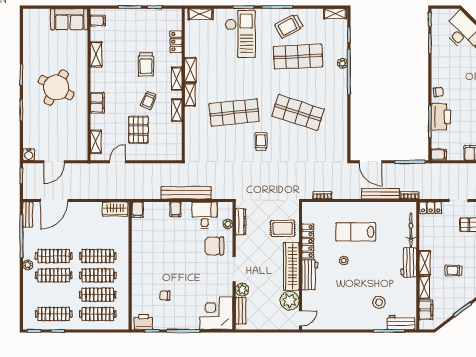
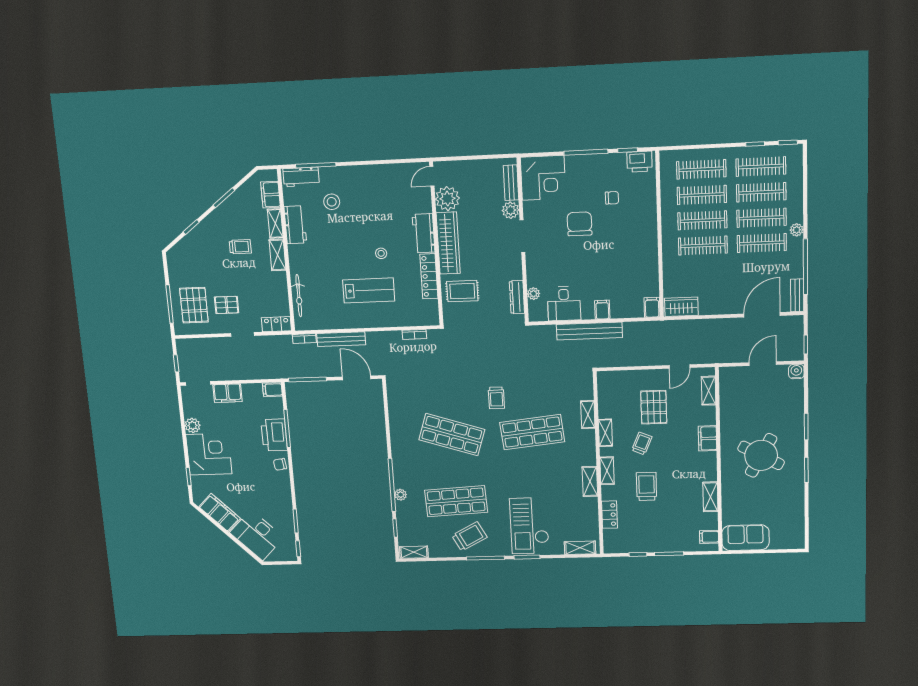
shelving: (190, 95) -> (588, 414), moved
chair: (214, 246) -> (580, 224), moved, turned -90
workbench: (409, 262) -> (295, 225), moved
clothes rail: (54, 295) -> (761, 192), added

